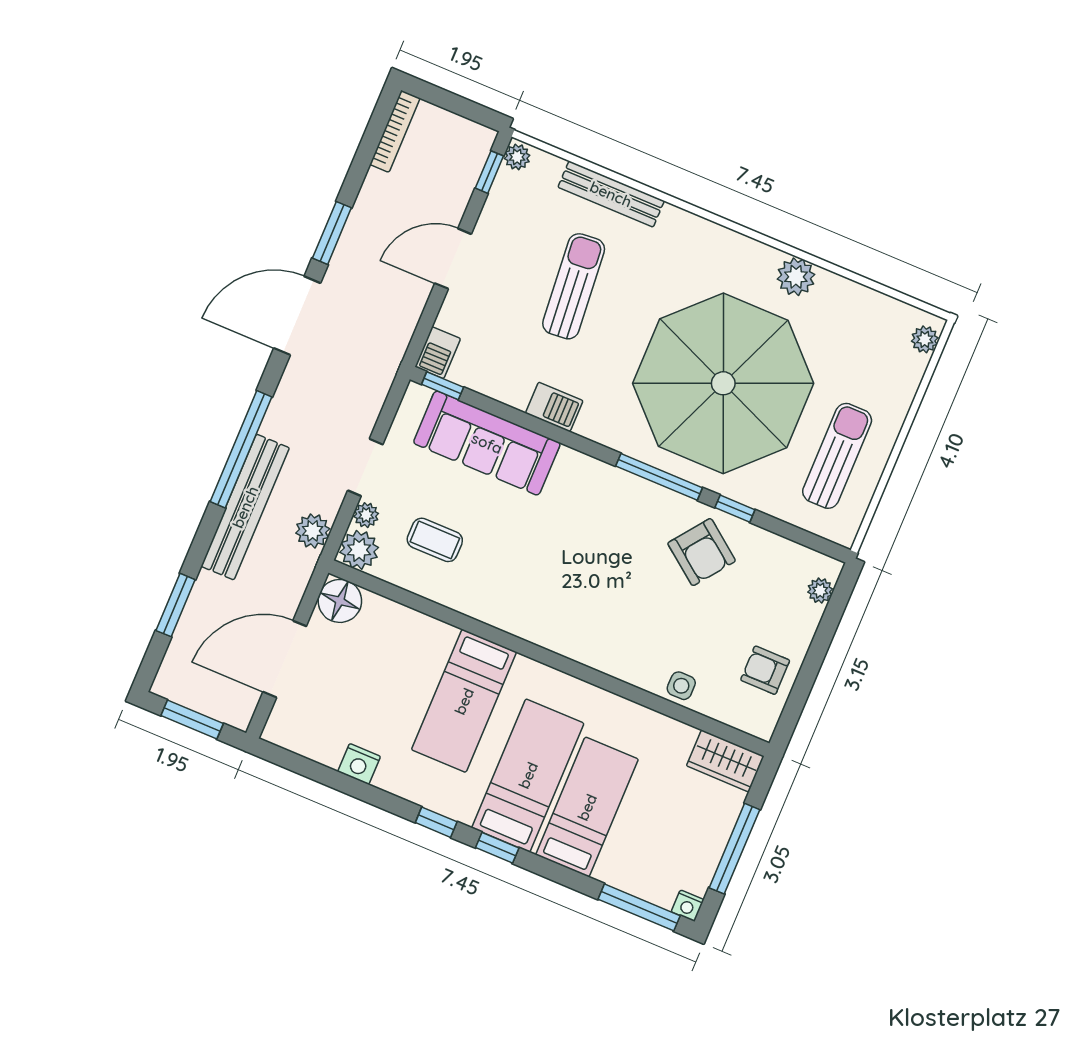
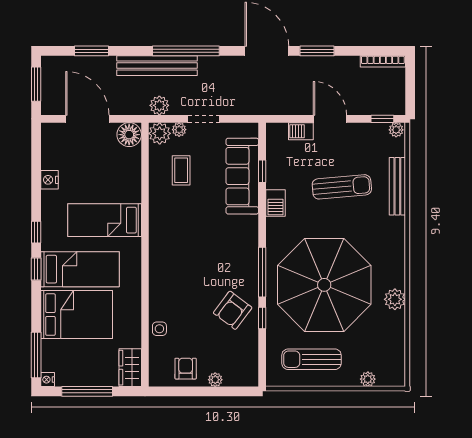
plant: (925, 339) -> (368, 379), moved
barbecue: (438, 353) -> (301, 131), moved
window: (443, 386) -> (262, 171), moved
sun lounger: (837, 456) -> (312, 359), turned 180
plant: (820, 591) -> (215, 380), moved
bed: (587, 807) -> (77, 315), width x1.50

